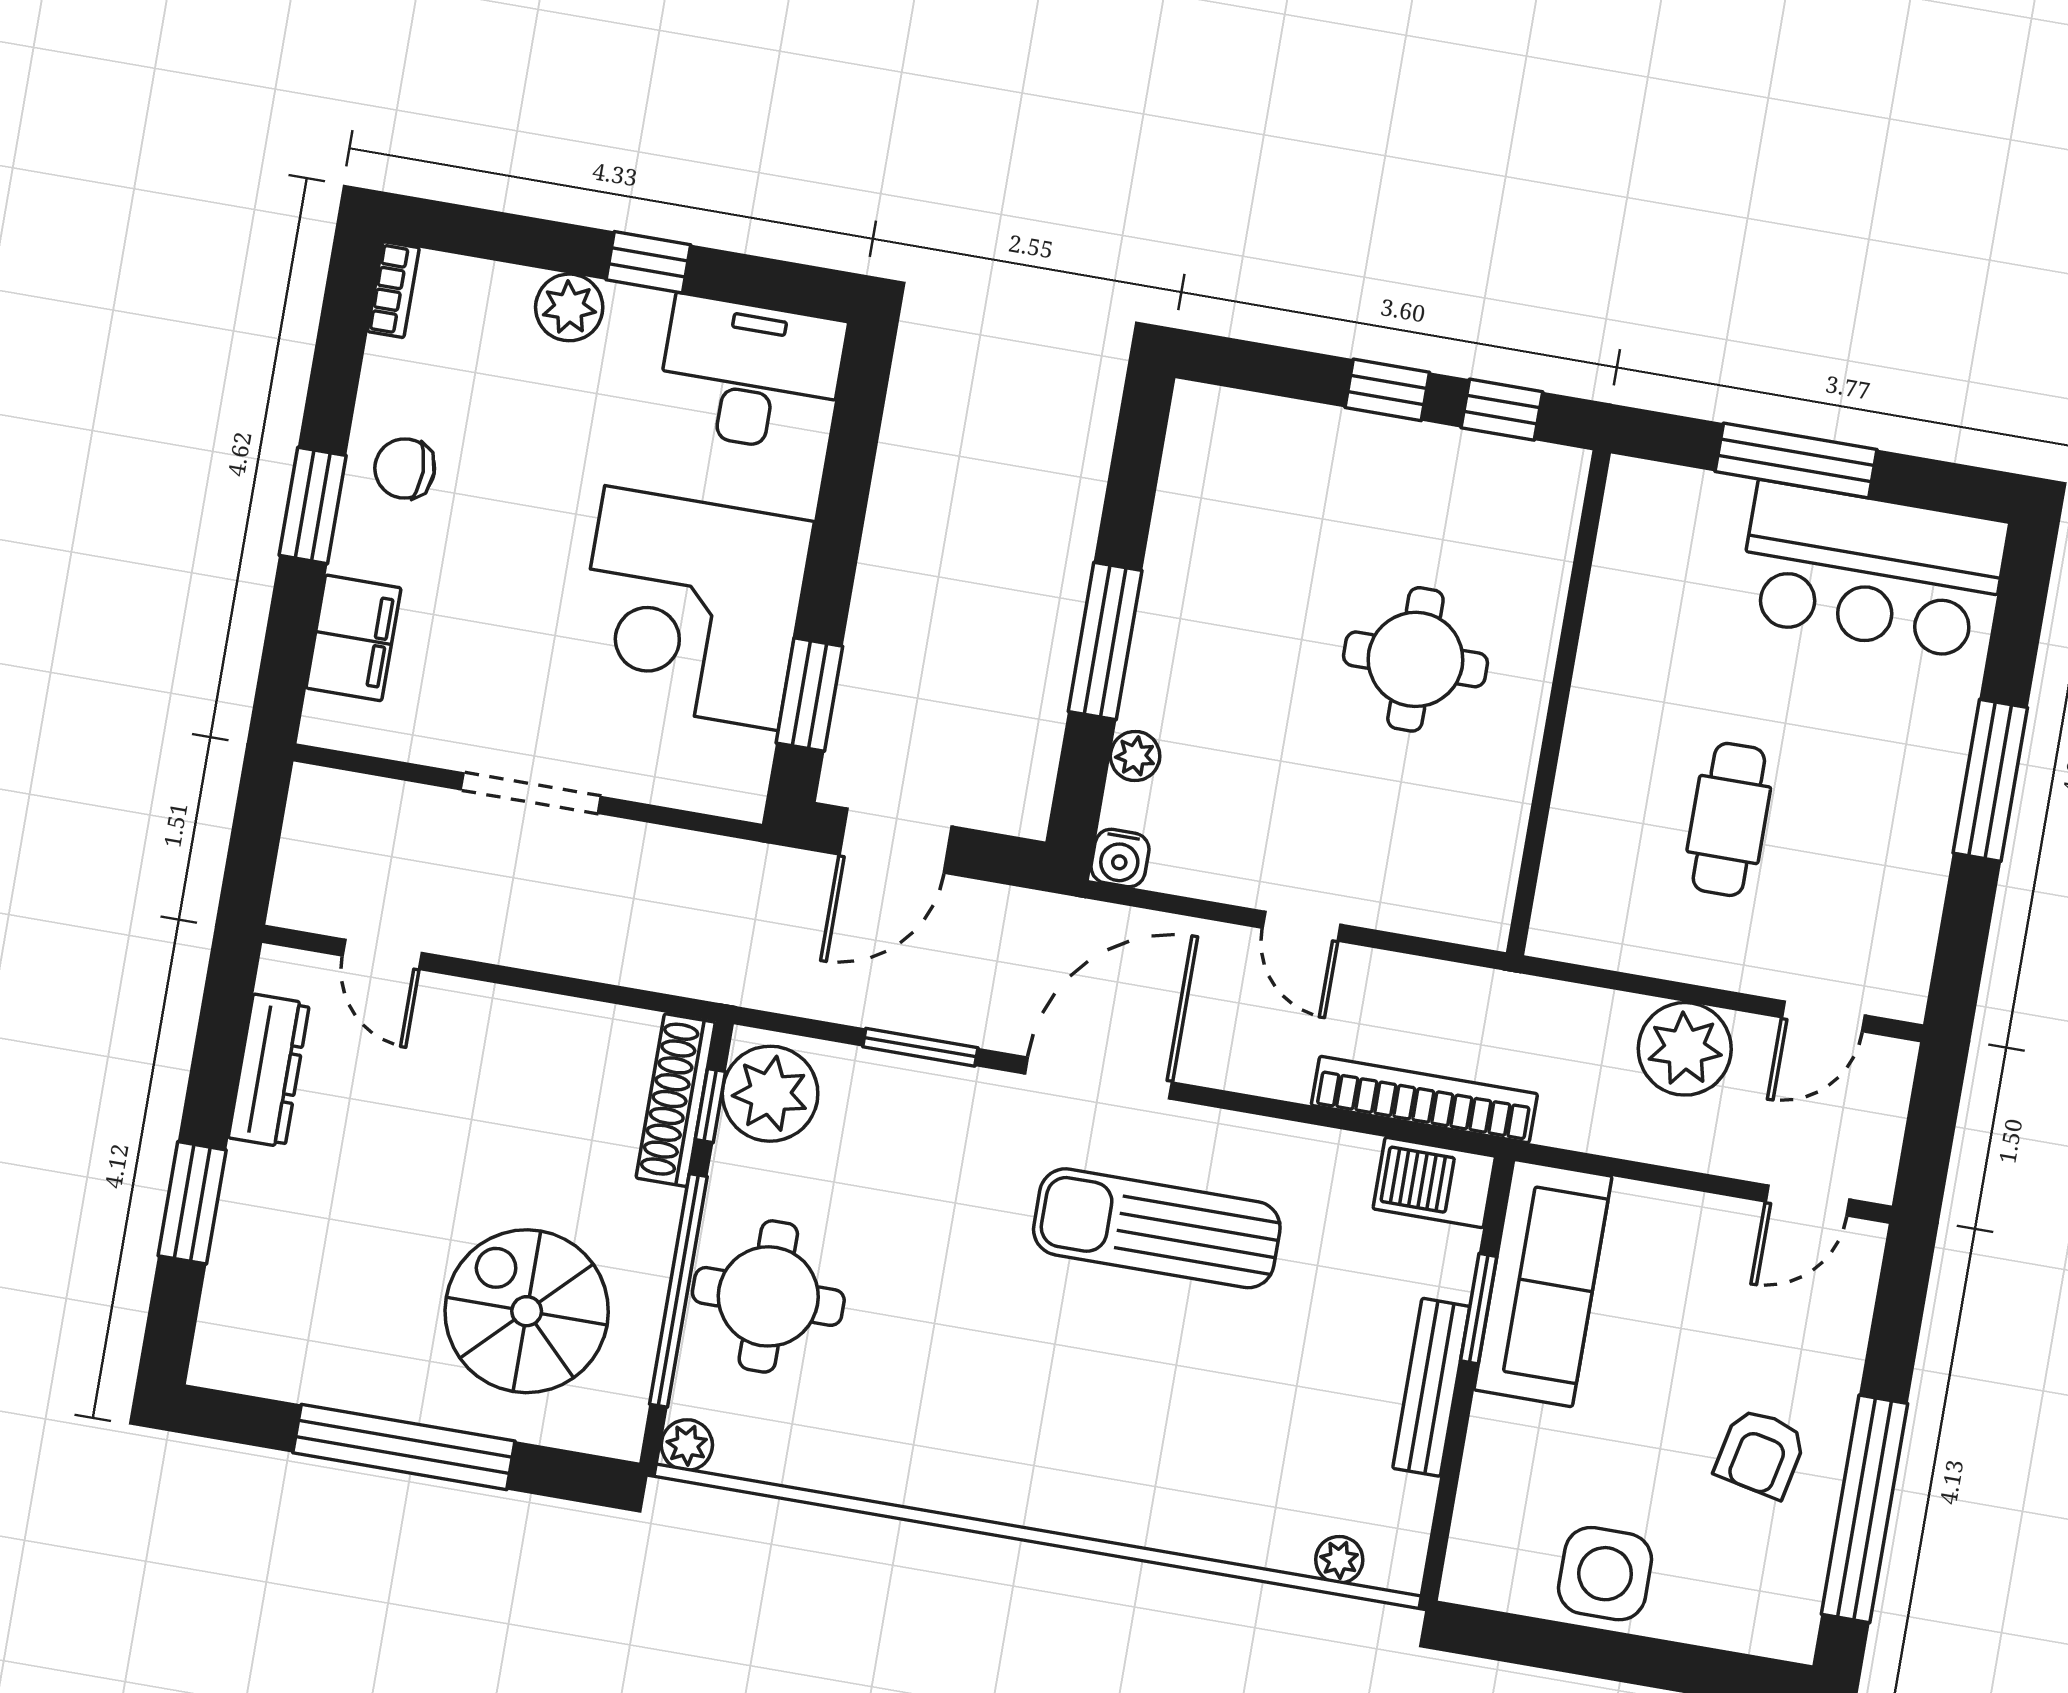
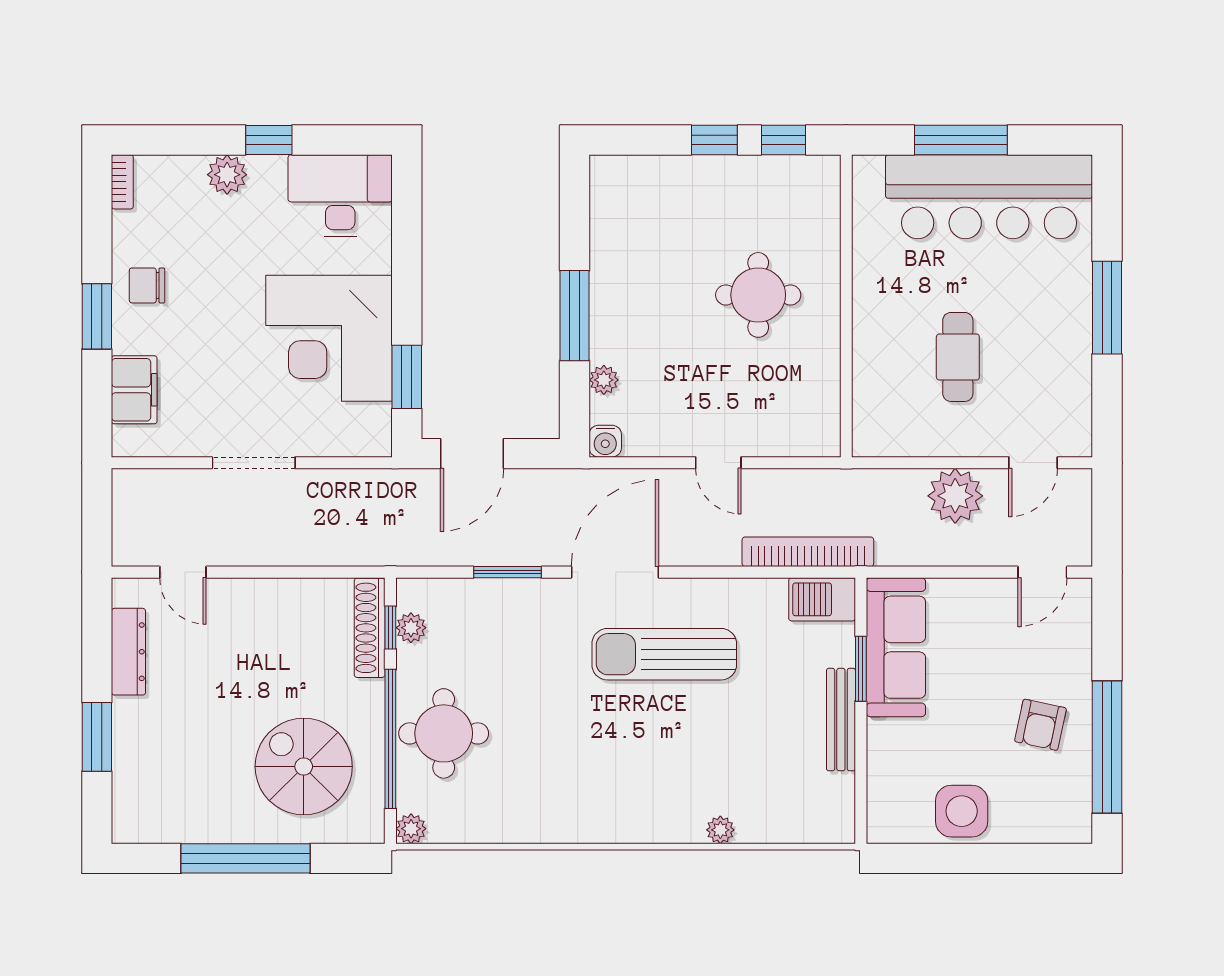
bar counter: (1872, 570) -> (989, 197), width x1.36
plant: (770, 1094) -> (411, 628), width x0.53, depth x0.53
plant: (1339, 1560) -> (720, 830), moved

